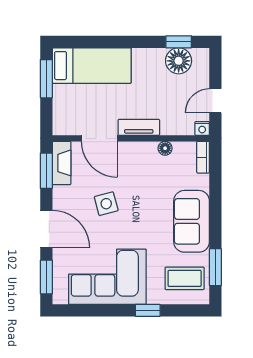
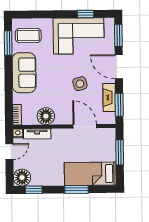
window: (113, 42) -> (77, 189), added
floor lamp: (179, 61) -> (22, 178), moved
window: (46, 79) -> (120, 152), moved
tv unit: (139, 127) -> (37, 134), moved
floor lamp: (165, 148) -> (46, 116), width x1.89, depth x1.89
fireplace: (62, 163) -> (109, 98), moved
window: (148, 310) -> (86, 14), moved

